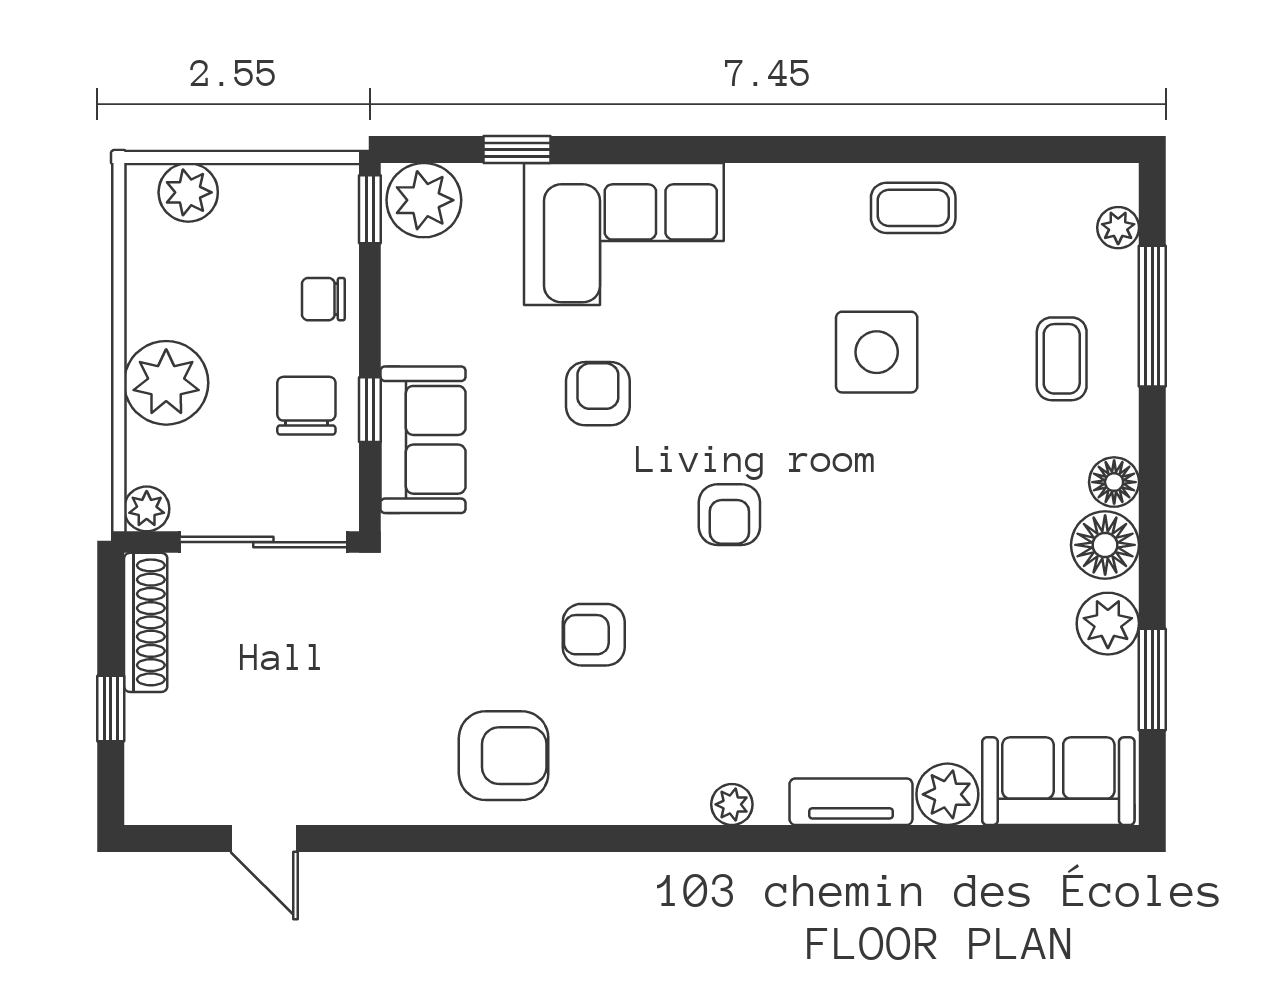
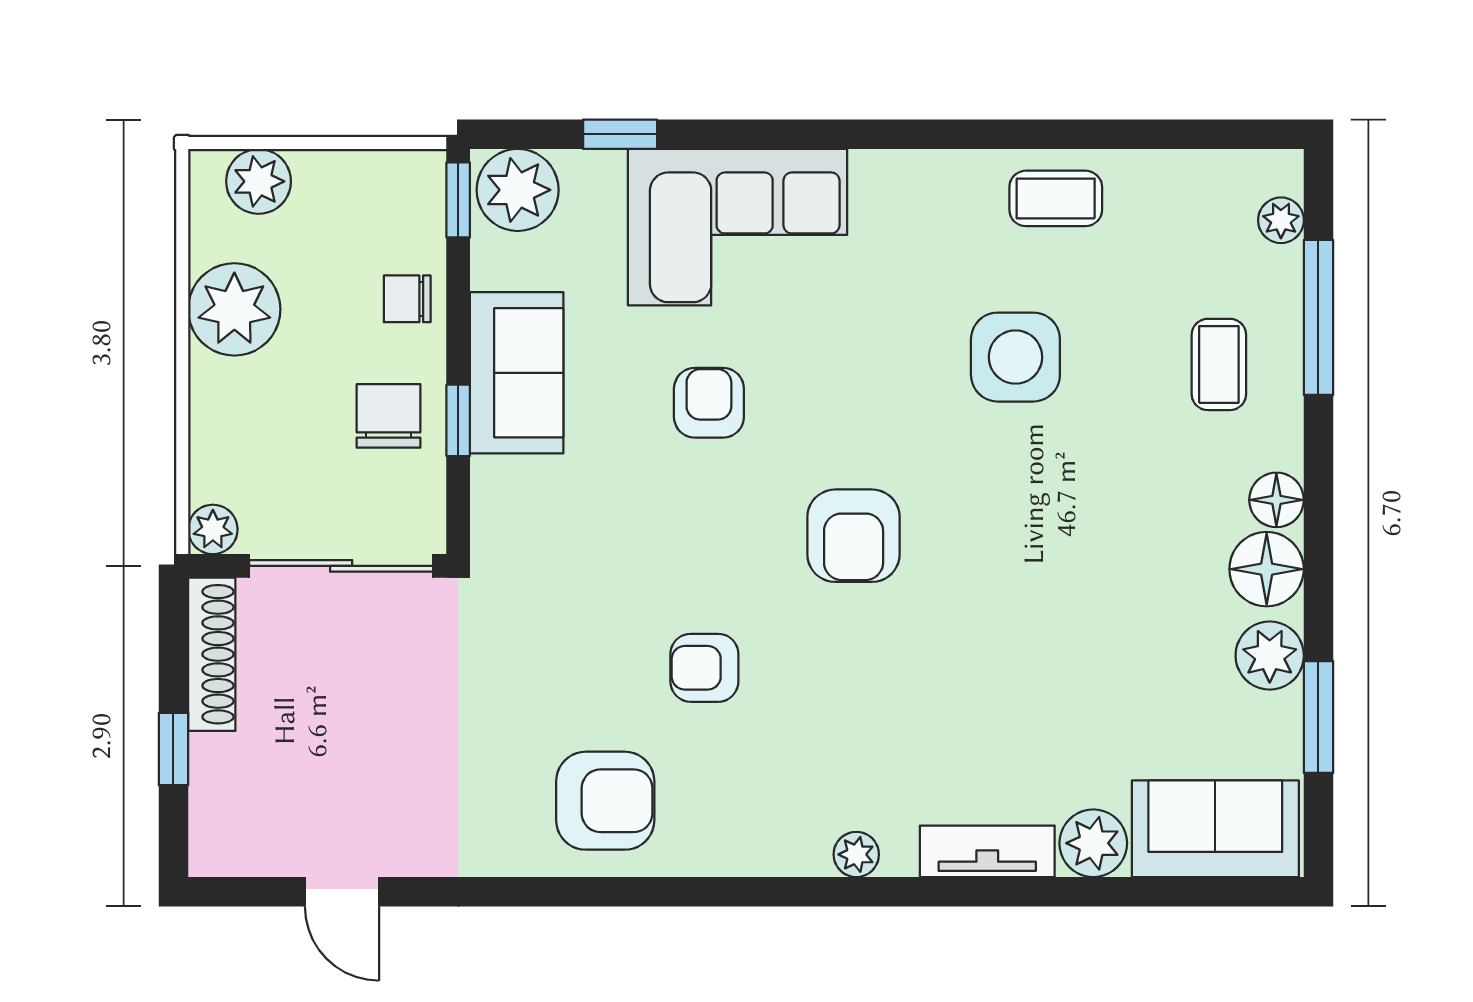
plant: (166, 383) -> (234, 309), moved
sofa: (423, 440) -> (517, 373), moved
armchair: (729, 515) -> (854, 536), width x1.38, depth x1.38

